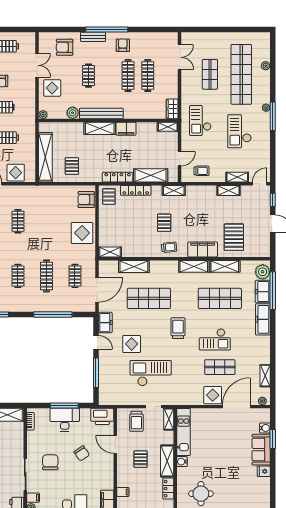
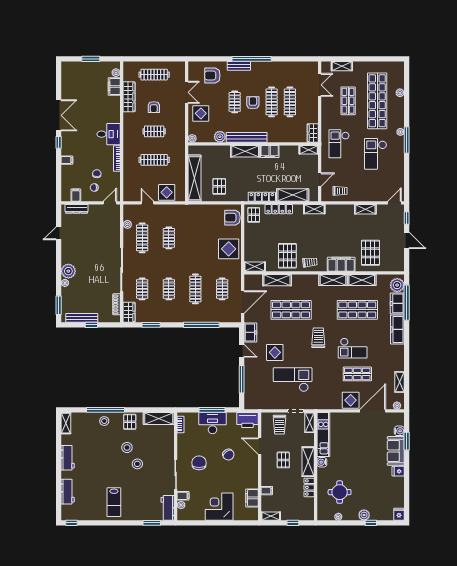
armchair: (123, 45) -> (253, 103), moved
shelving: (237, 177) -> (342, 66), moved
pallet: (164, 223) -> (287, 256), moved, width x1.50, depth x1.42

